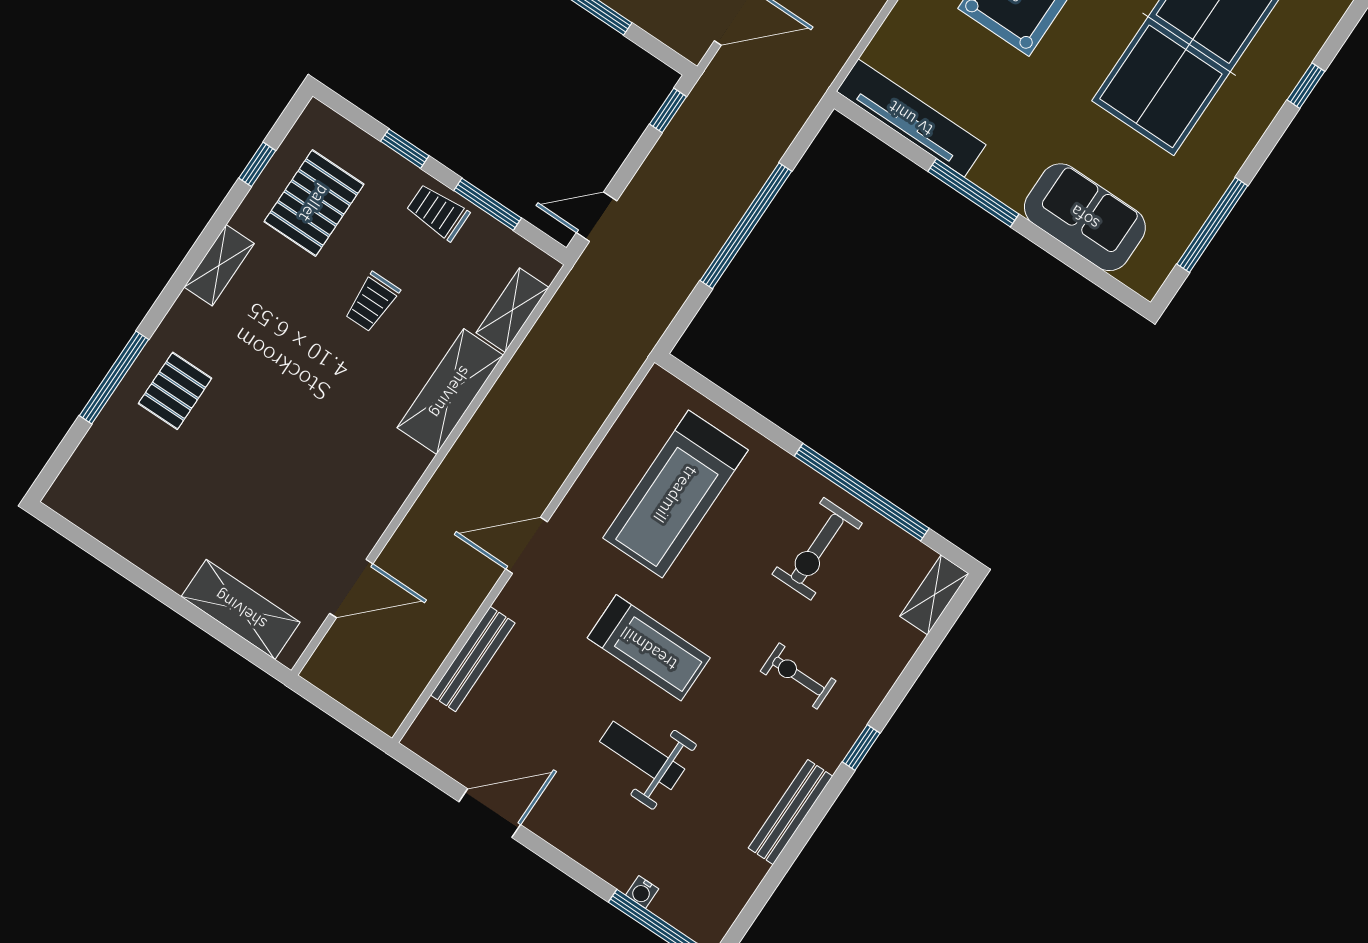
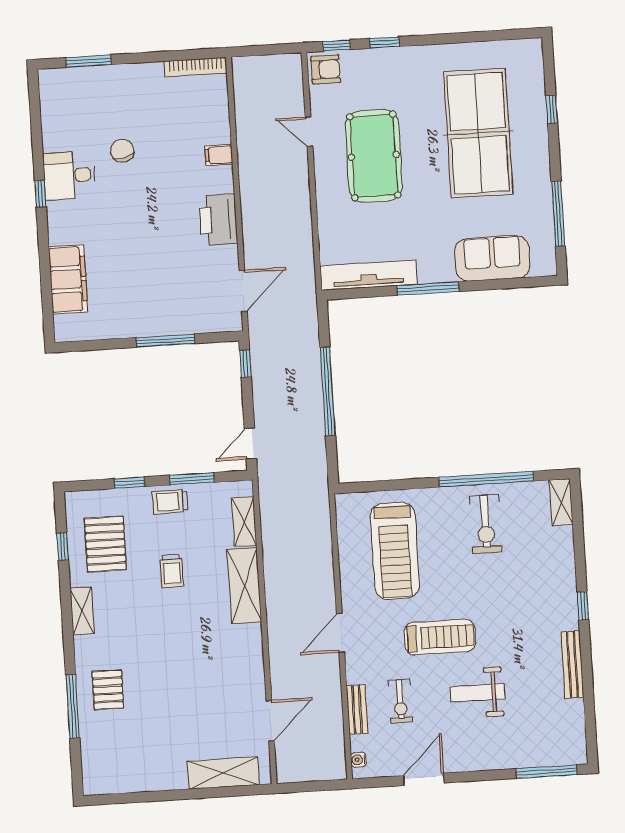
bench: (473, 659) -> (357, 709), width x0.73
exercise bike: (798, 676) -> (400, 701), moved, turned -90
water cooler: (642, 892) -> (358, 760), moved, turned 90

